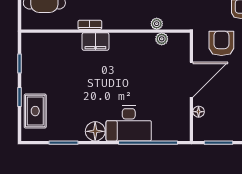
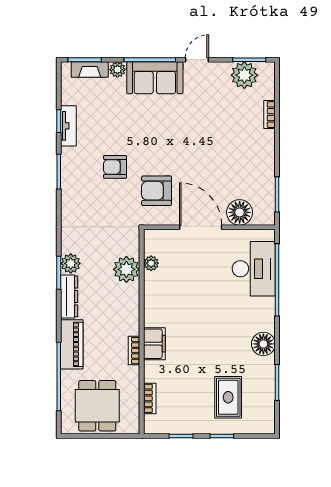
plant: (157, 24) -> (126, 269), width x1.87, depth x1.87
bookcase: (50, 38) -> (150, 398), added
rug: (35, 111) -> (228, 397), moved, turned 90
floor lamp: (199, 112) -> (240, 212), width x1.89, depth x1.89
desk: (129, 123) -> (254, 269), moved

